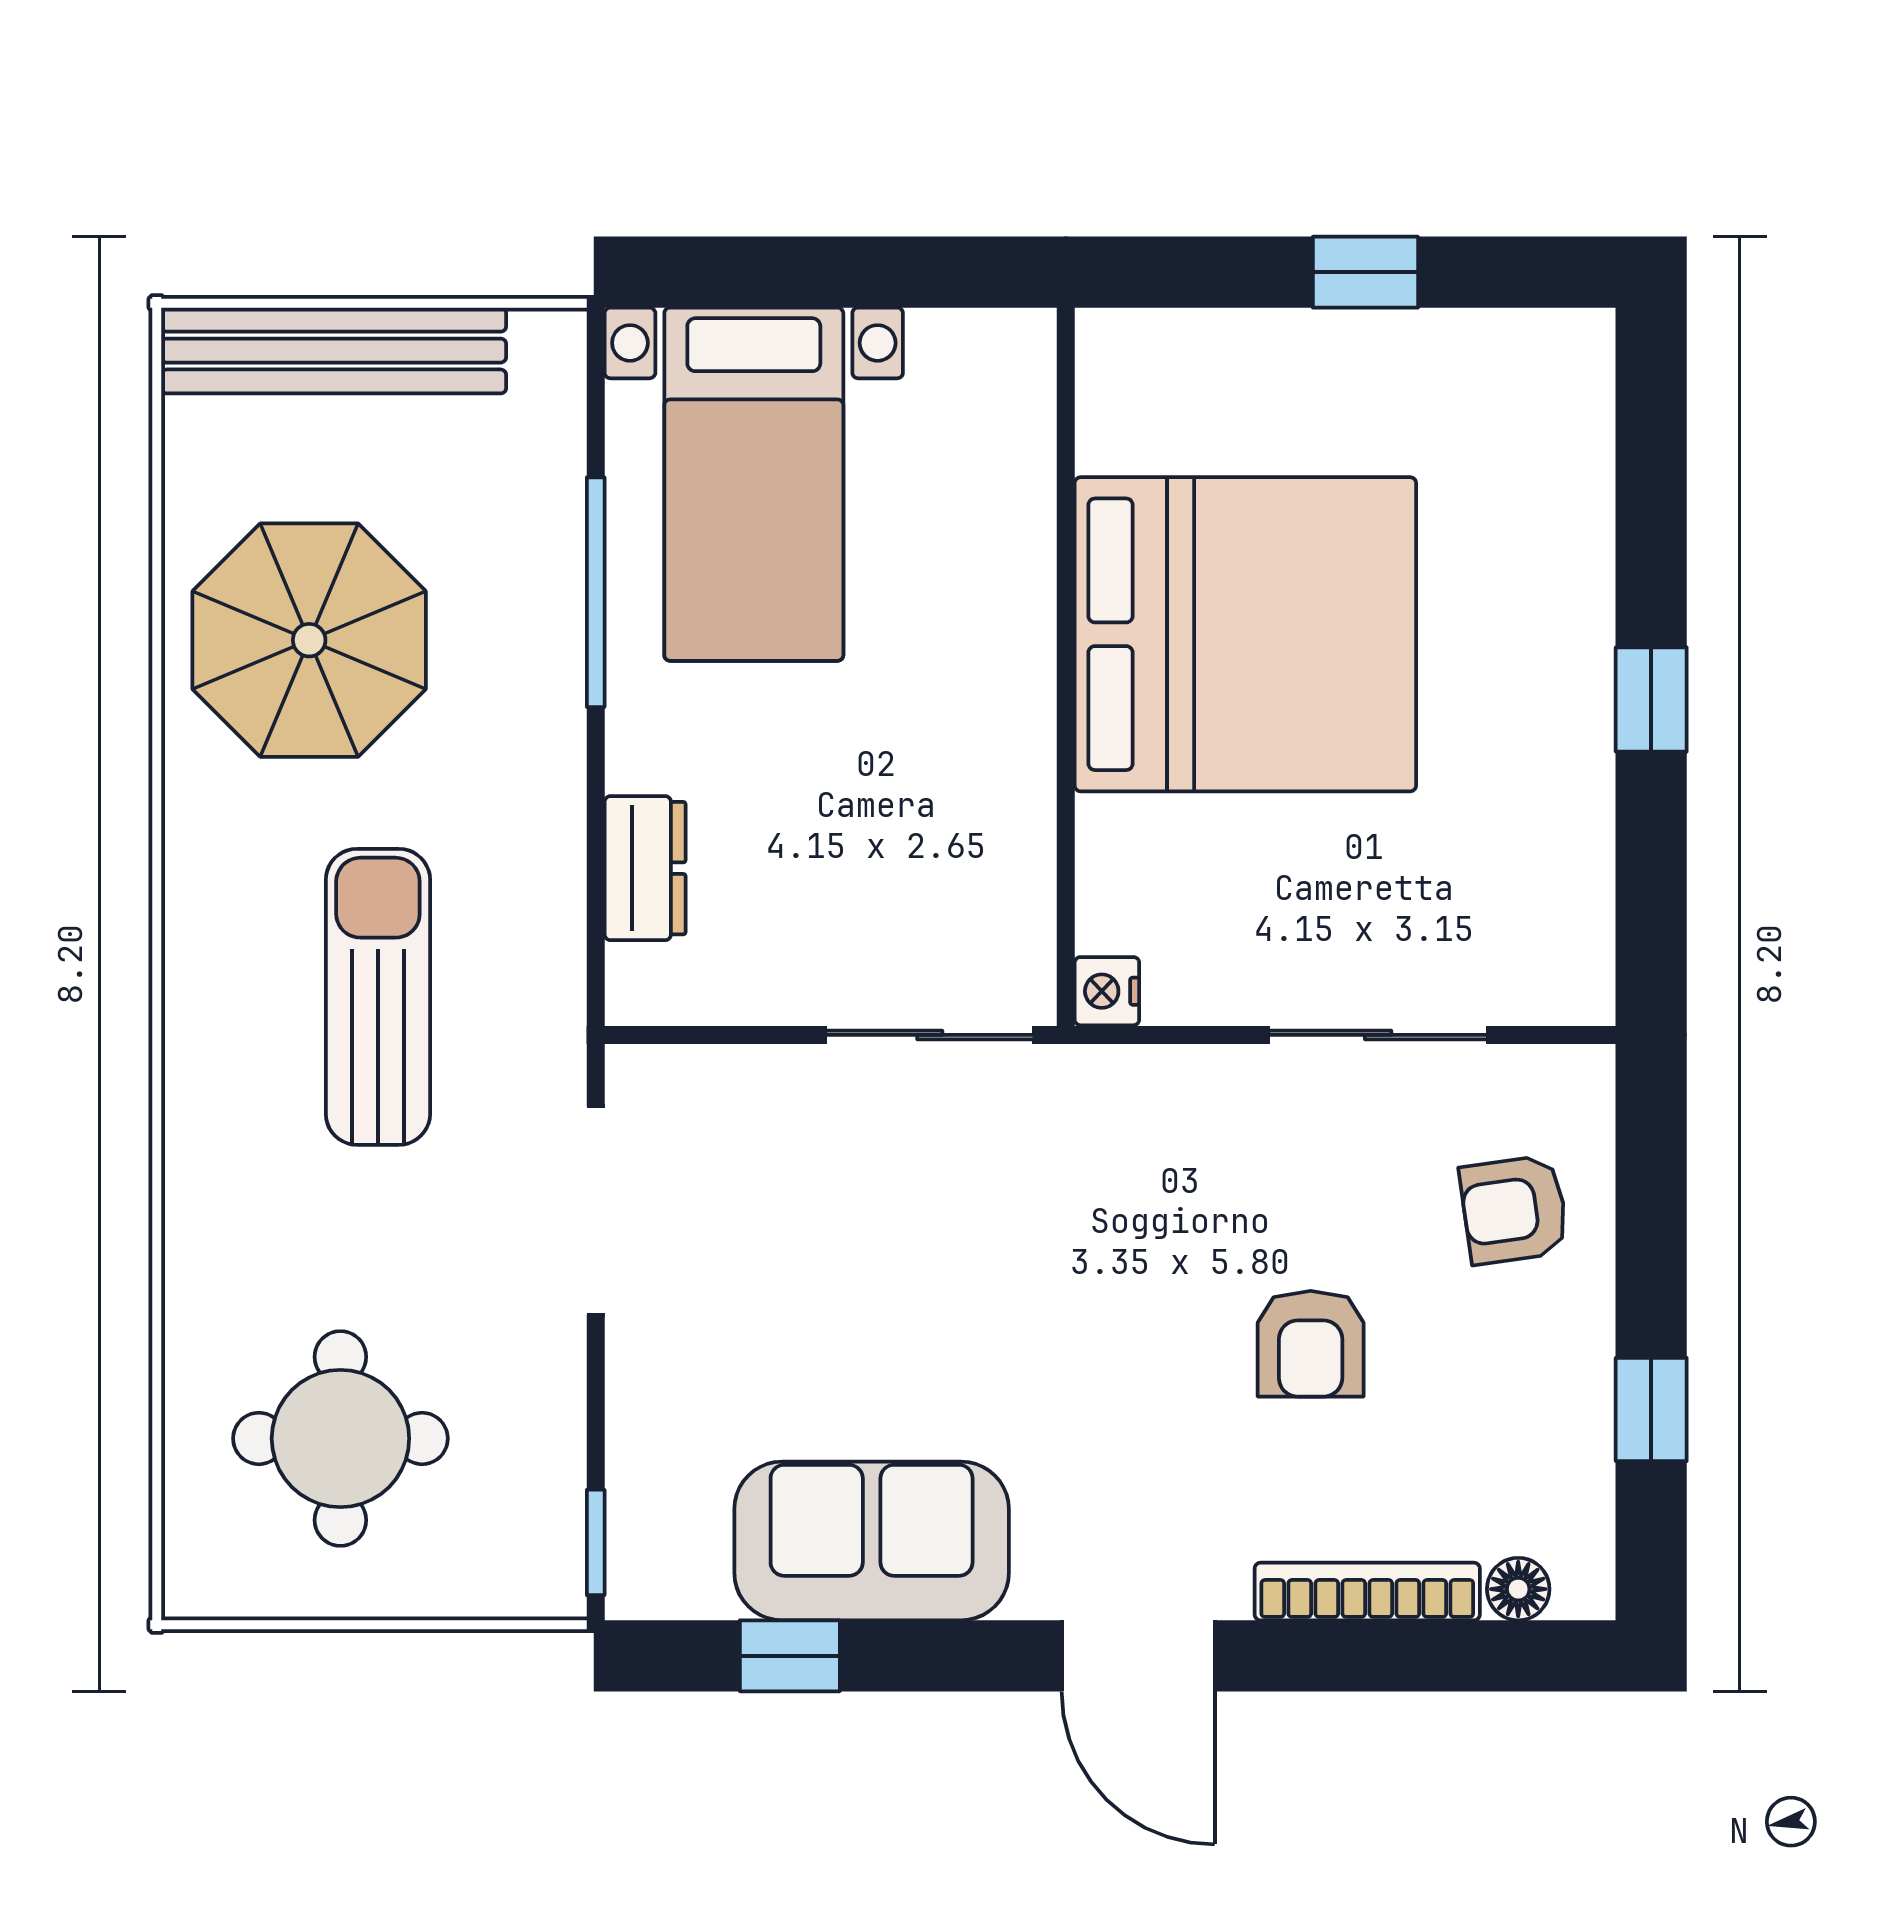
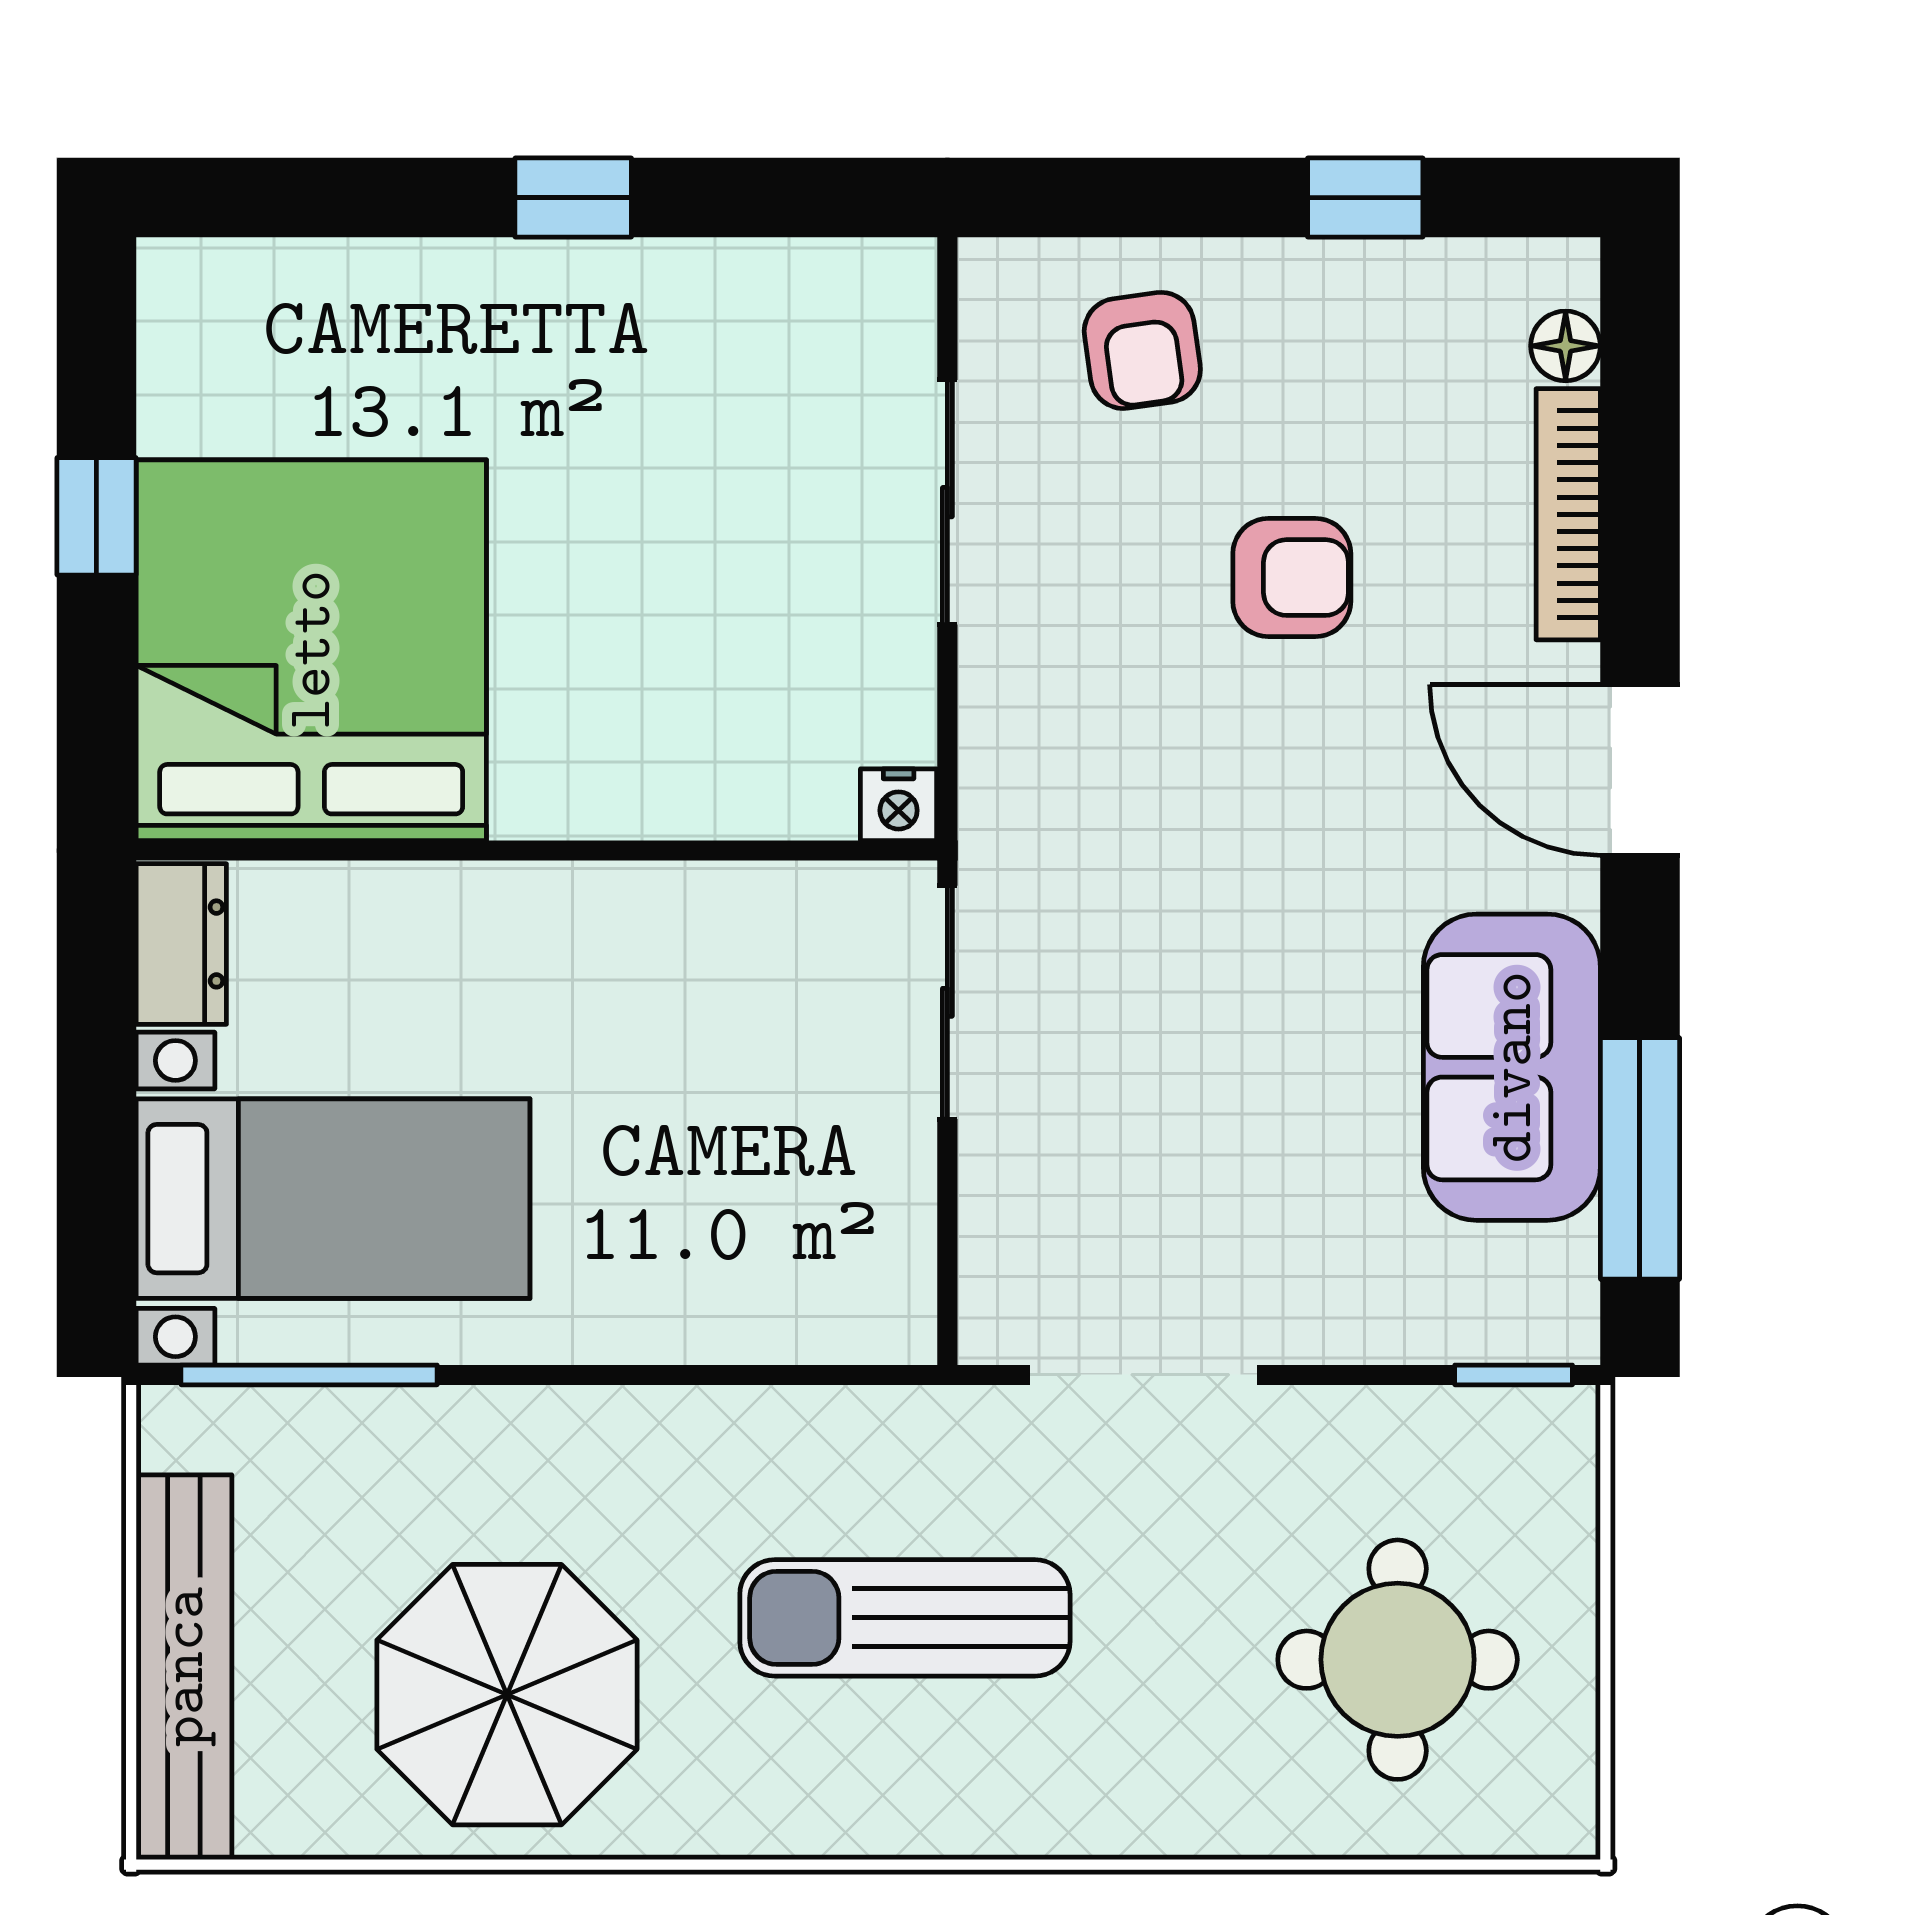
window: (596, 592) -> (309, 1375), moved
bed: (1245, 634) -> (311, 650), moved
dresser: (645, 868) -> (181, 944), moved, turned 90
window: (790, 1656) -> (1640, 1158), width x2.17
door: (1138, 1656) -> (1640, 770), swing flipped

